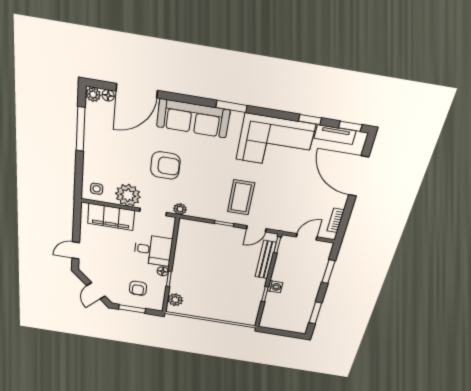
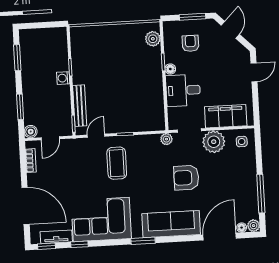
boiler: (325, 248) -> (31, 132), added

